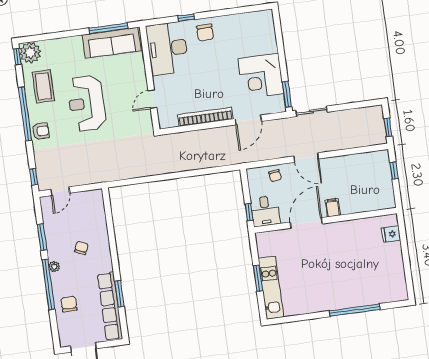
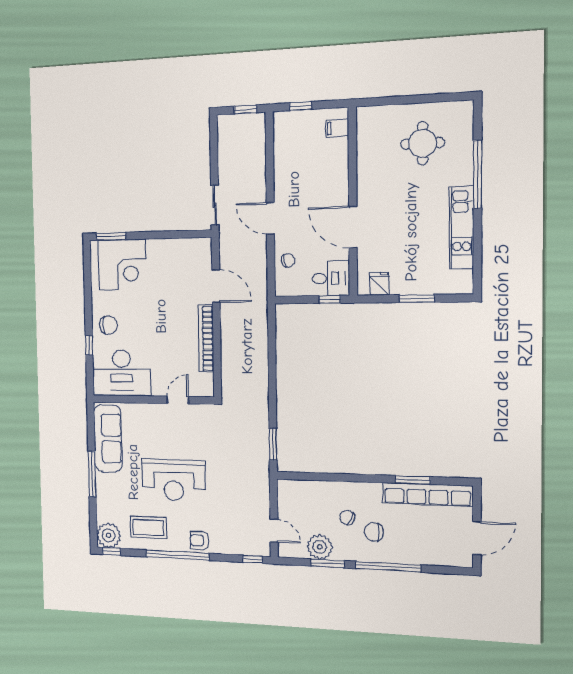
window: (109, 28) -> (92, 474), moved
corner desk: (261, 76) -> (122, 265), moved
window: (287, 94) -> (111, 236), moved
door: (152, 99) -> (178, 400), swing flipped
armchair: (41, 131) -> (199, 540), turned -90
door: (306, 158) -> (270, 218), swing flipped
window: (129, 182) -> (273, 444), added
filing cabinet: (333, 208) -> (337, 128), moved
fridge: (391, 234) -> (379, 284), moved, turned 180
plant: (54, 267) -> (320, 547), moved, width x1.87, depth x1.87
round table: (374, 267) -> (423, 143), added
kitchen unit: (271, 288) -> (462, 227), moved, turned -90
chair: (69, 304) -> (374, 532), moved

